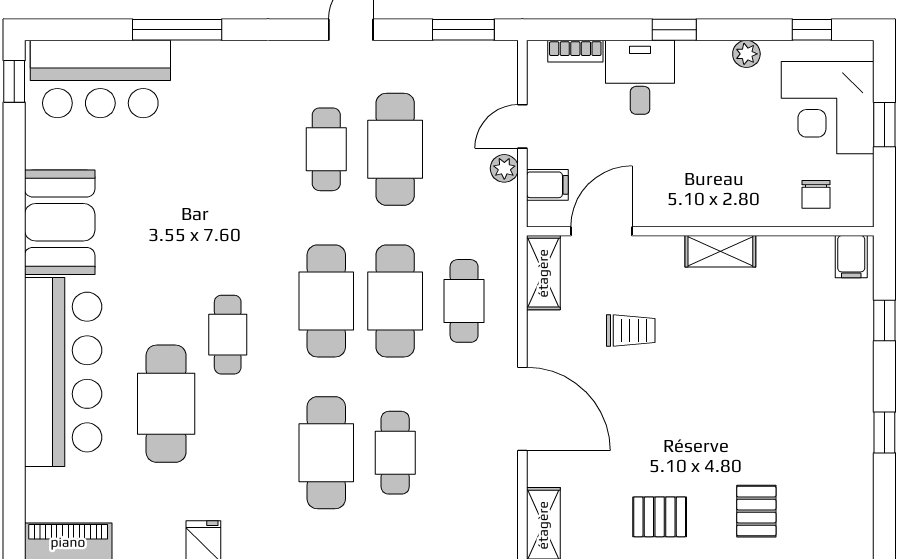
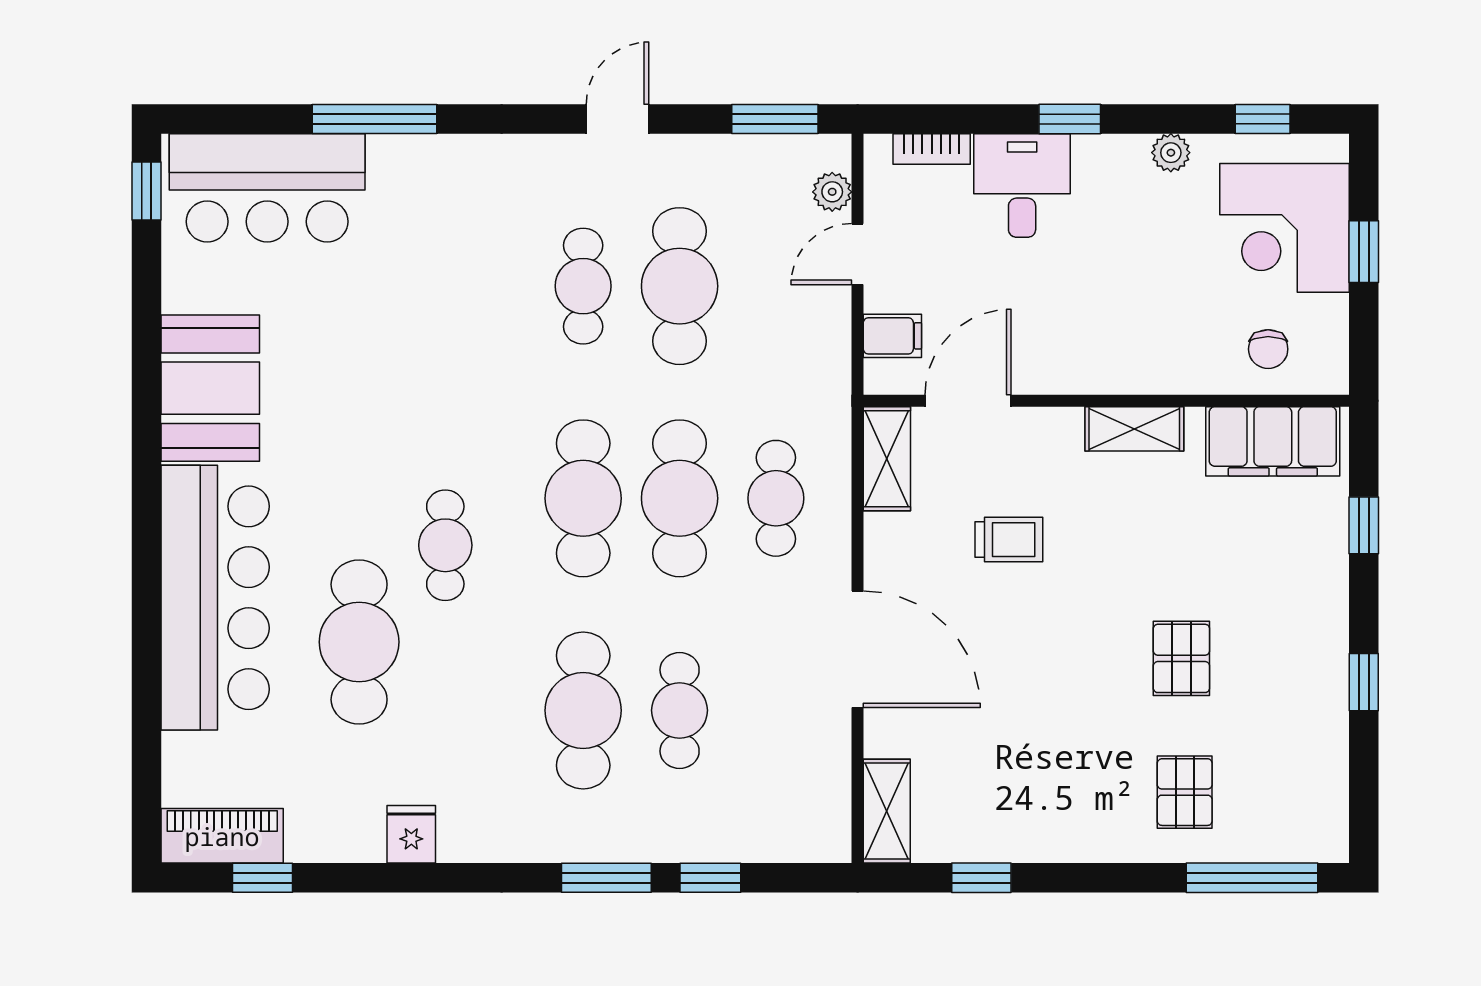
plant: (504, 168) -> (832, 192), moved
filing cabinet: (851, 257) -> (1273, 441), width x3.00, depth x1.17
pallet: (660, 517) -> (1181, 658), moved, turned 90

